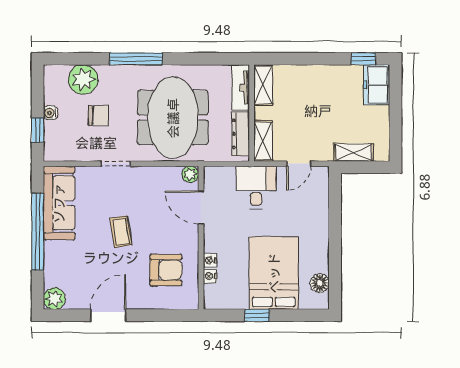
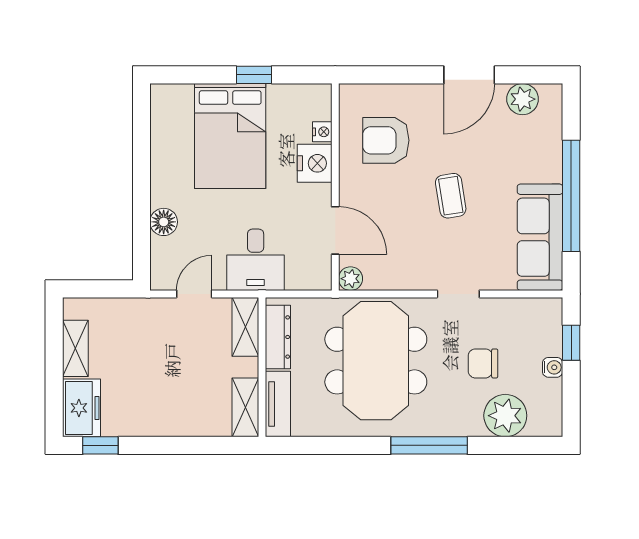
shelving: (354, 153) -> (75, 348), moved, turned 90
nightstand: (210, 260) -> (315, 163), width x1.89, depth x1.79
floor lamp: (320, 283) -> (164, 222), moved
plant: (54, 299) -> (523, 99), moved

